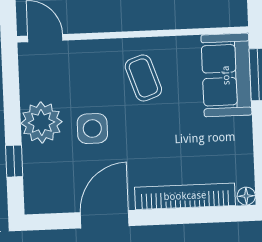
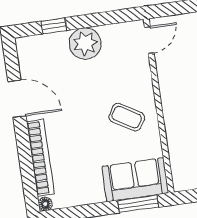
coffee table: (143, 78) -> (127, 117), turned 50
side table: (92, 129) -> (85, 82), removed

